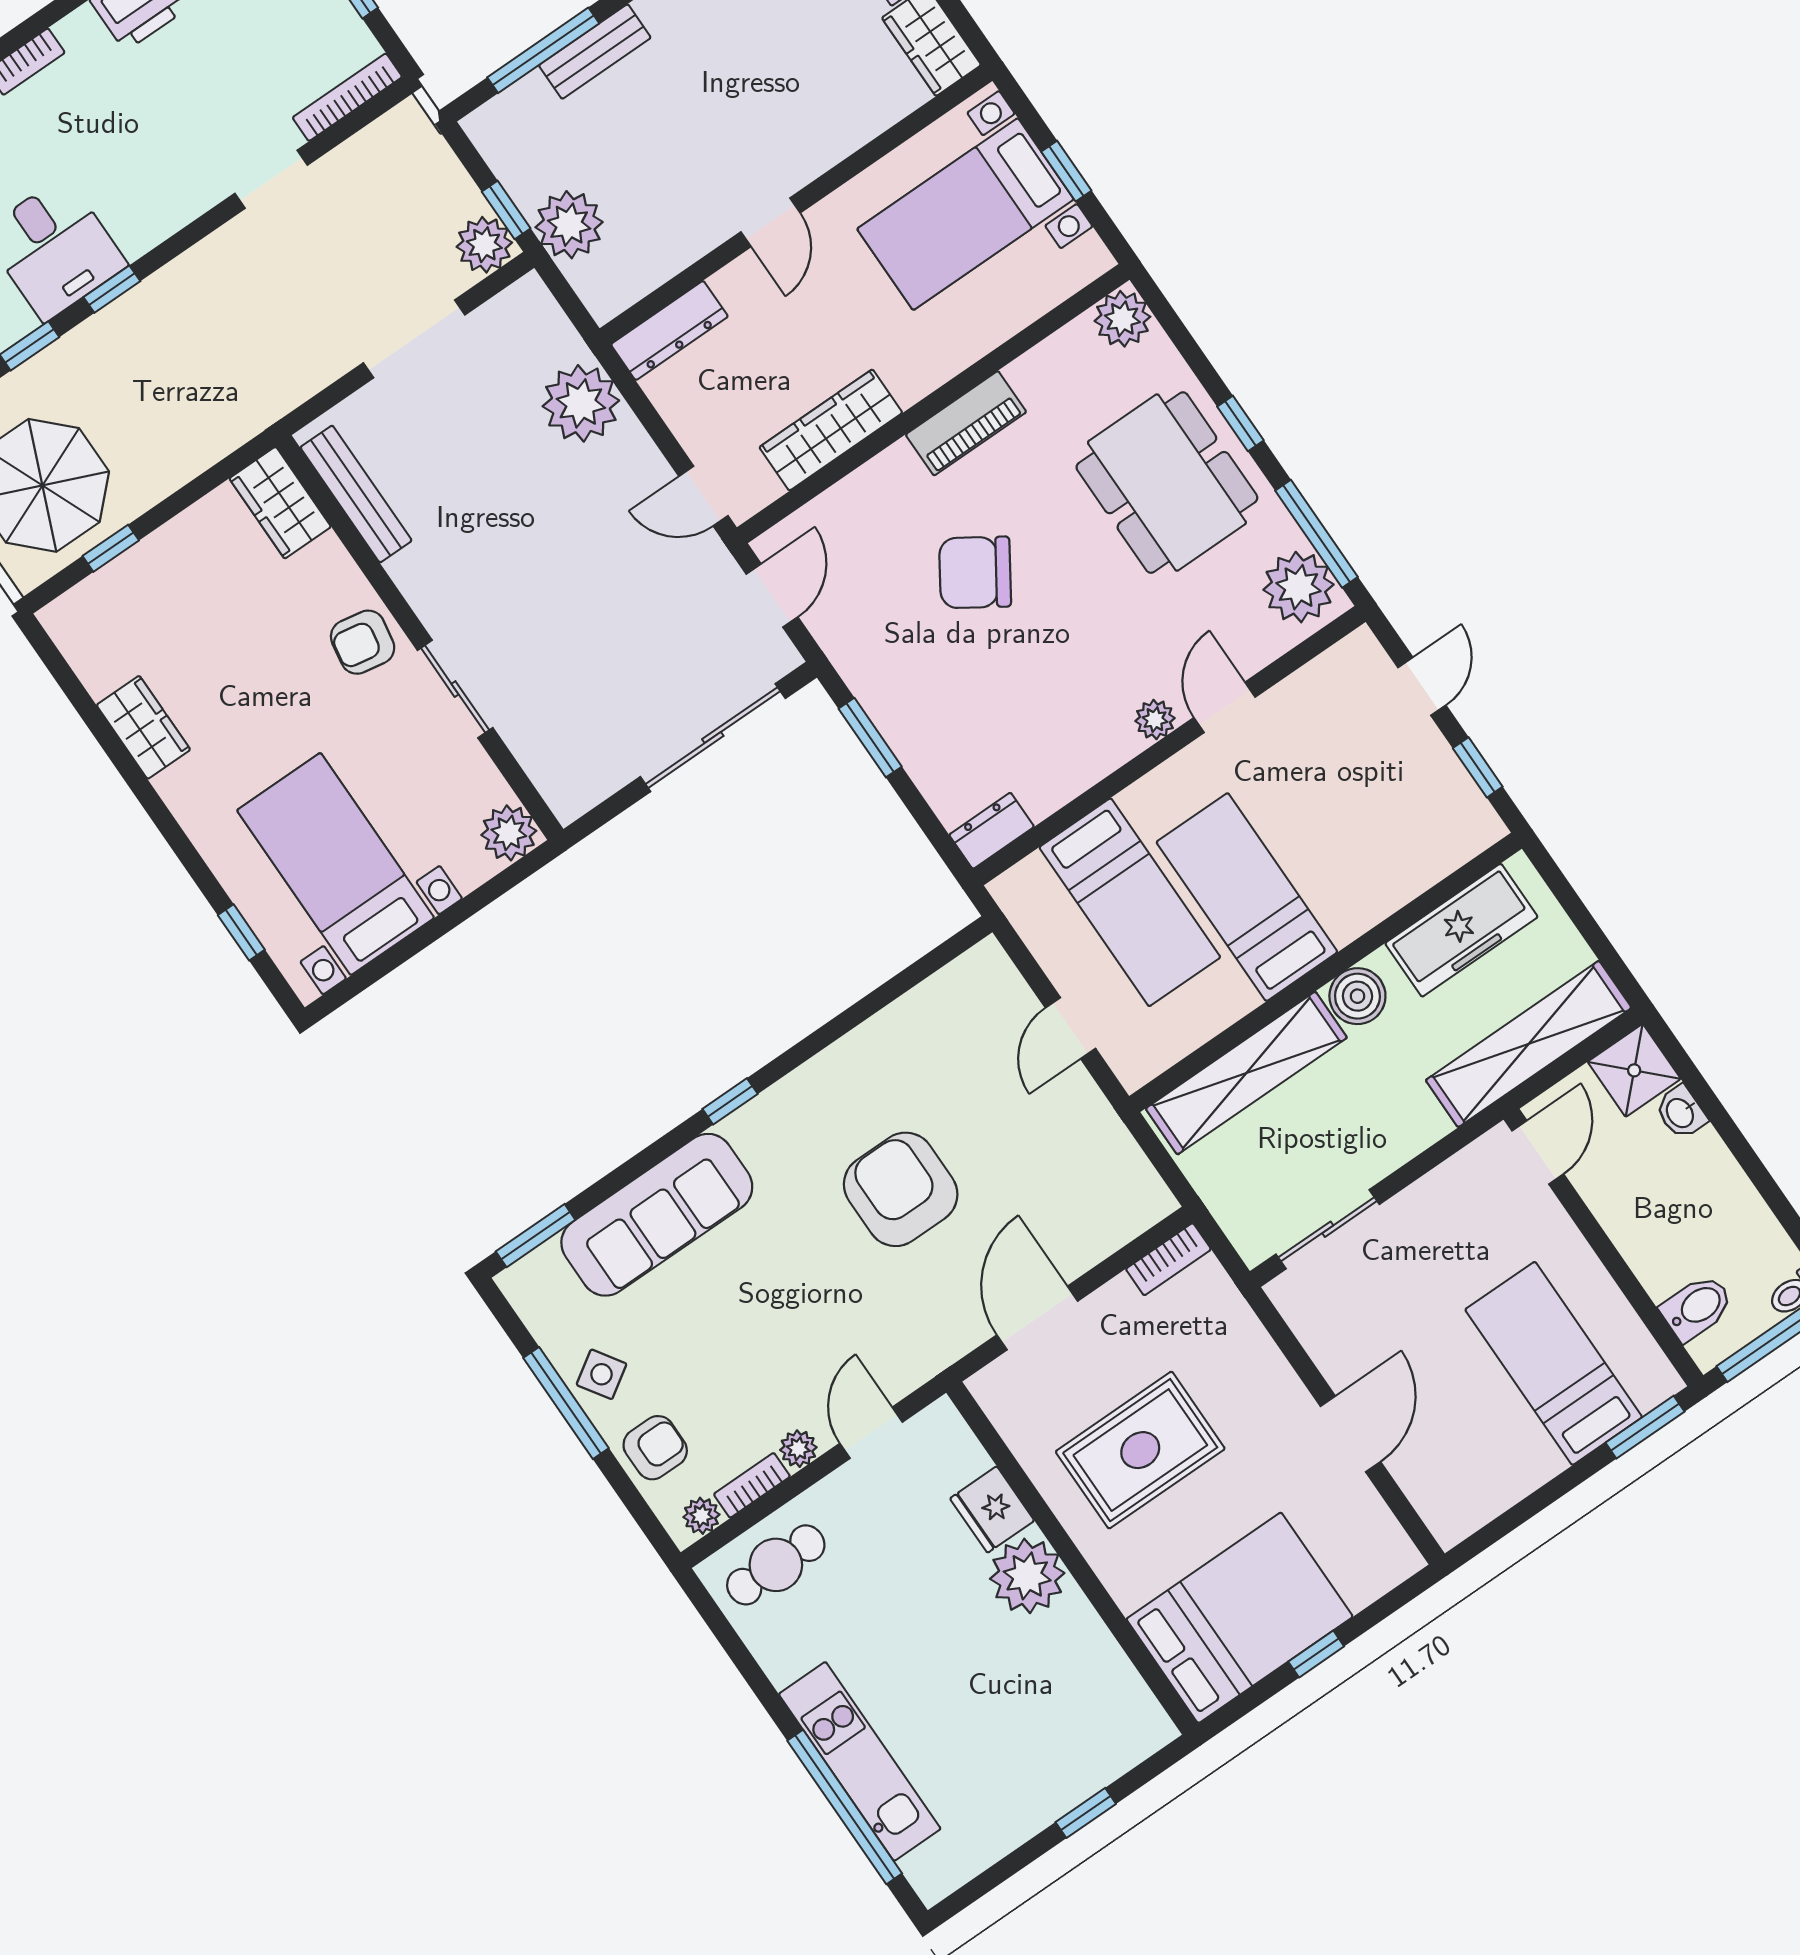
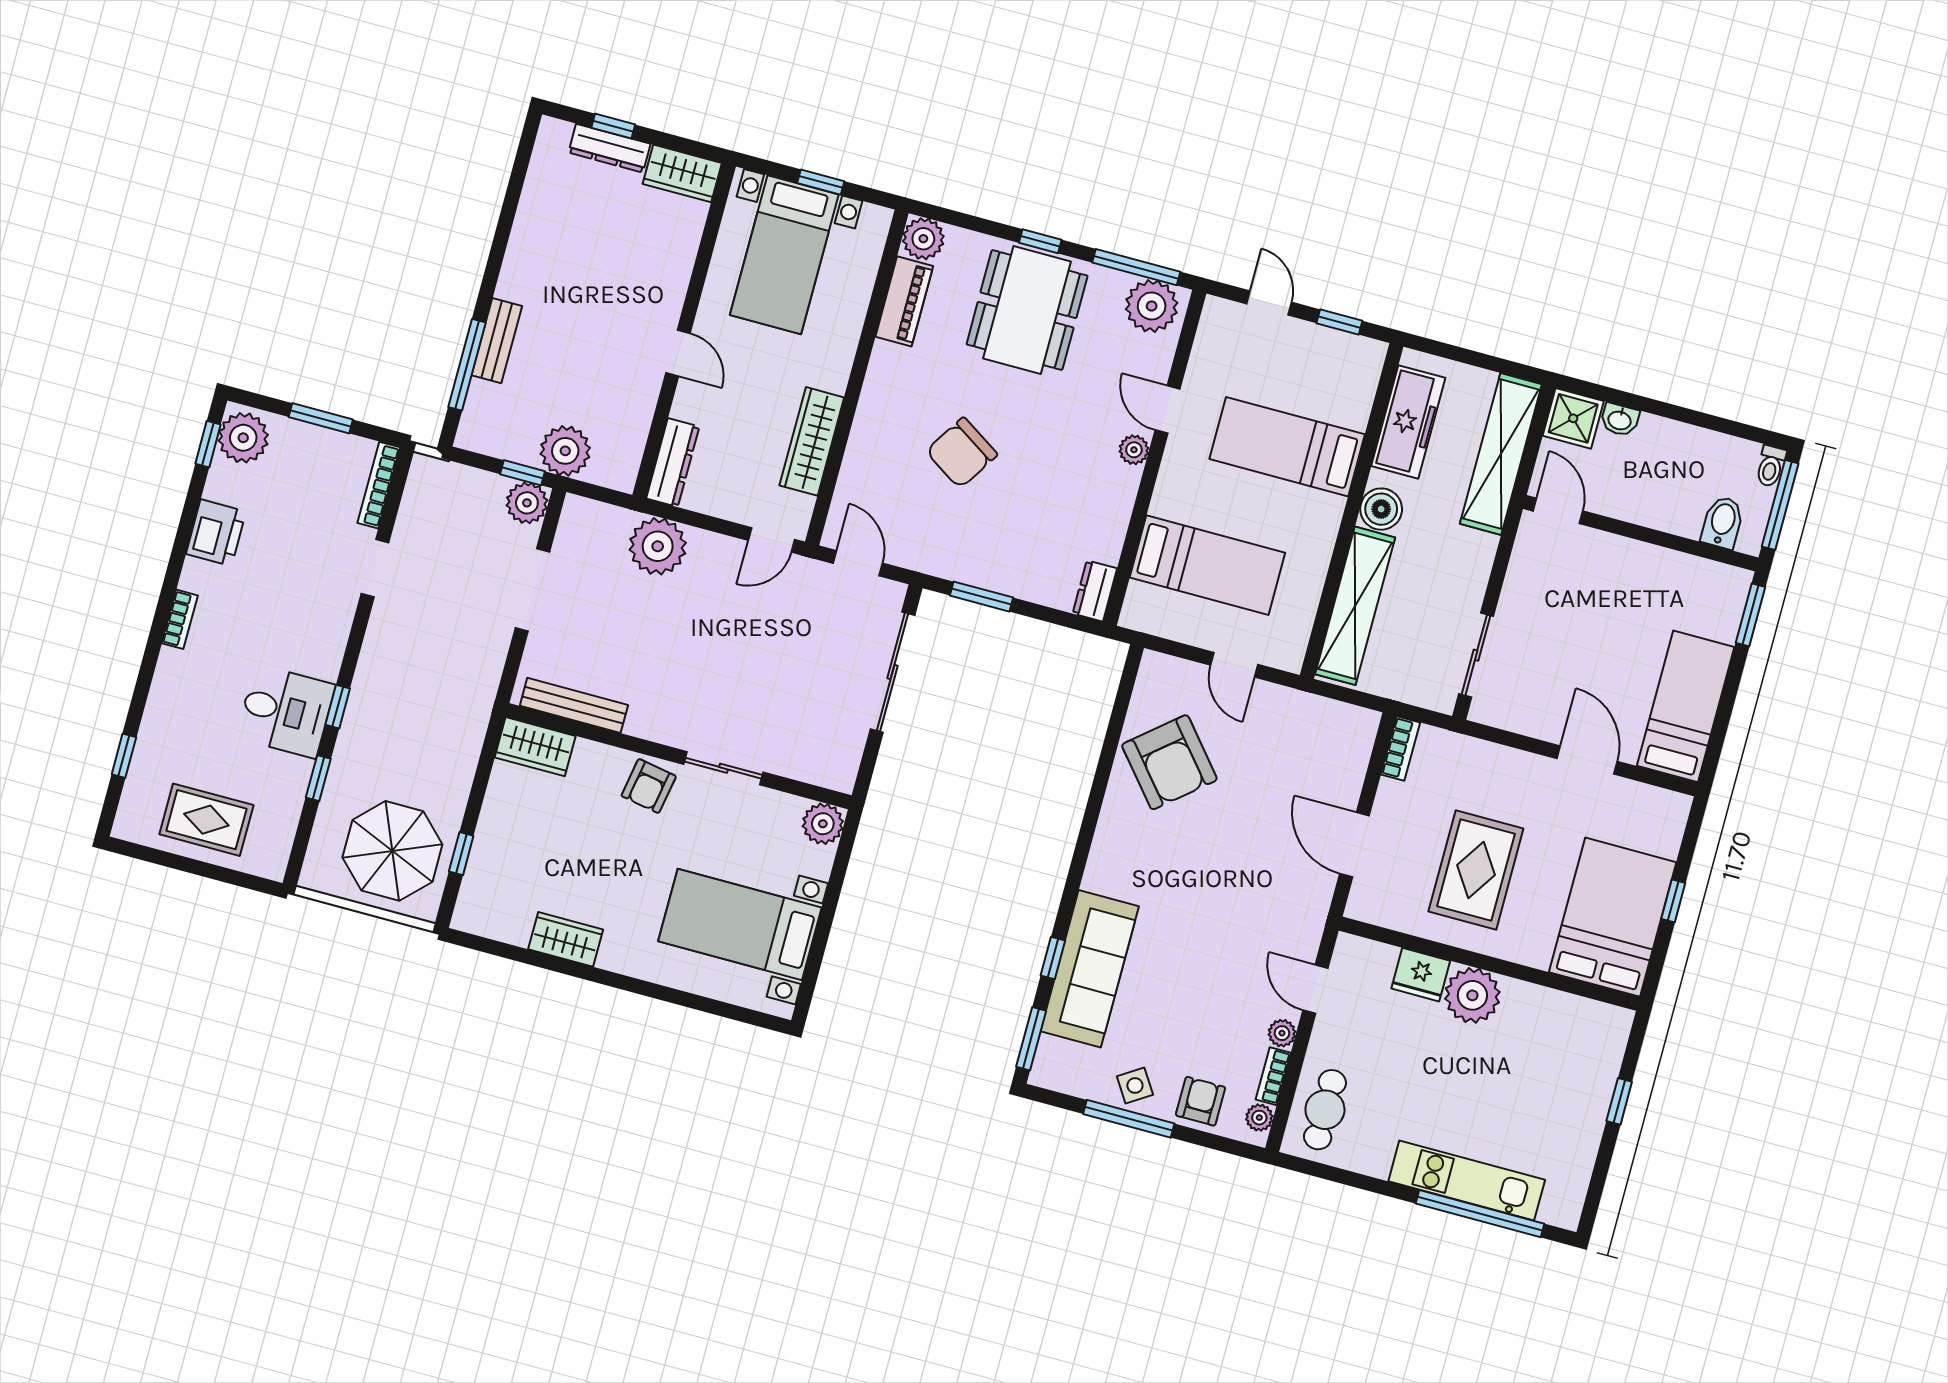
piano: (966, 423) -> (904, 301), moved
dining table: (1167, 483) -> (1027, 310), turned 90
bed: (1247, 897) -> (1287, 447), moved
window: (241, 932) -> (719, 1008), removed
window: (730, 1101) -> (1053, 958), moved
armchair: (901, 1189) -> (1169, 762), moved, turned -130
bed: (1554, 1363) -> (1686, 706), moved, turned 90

